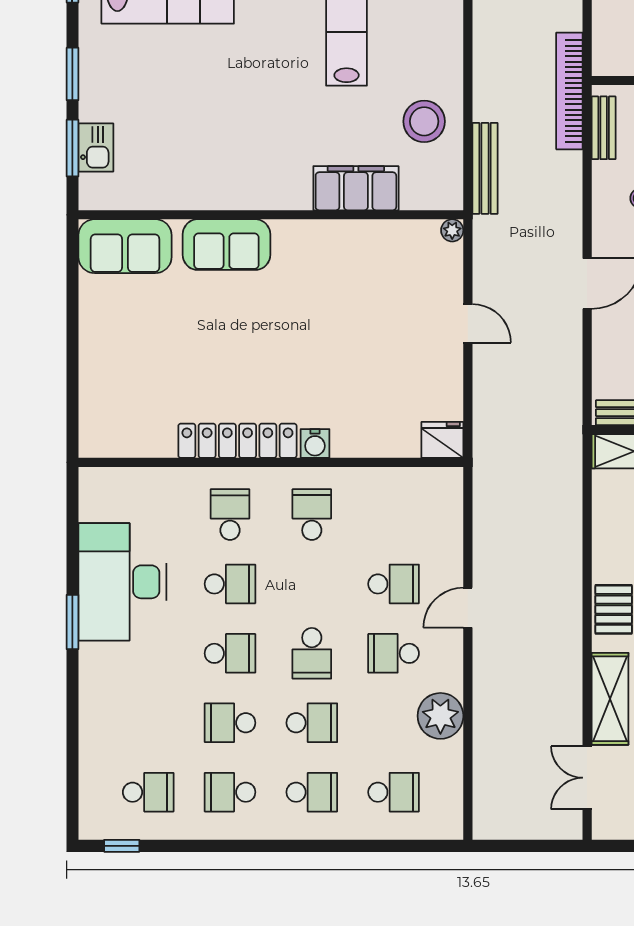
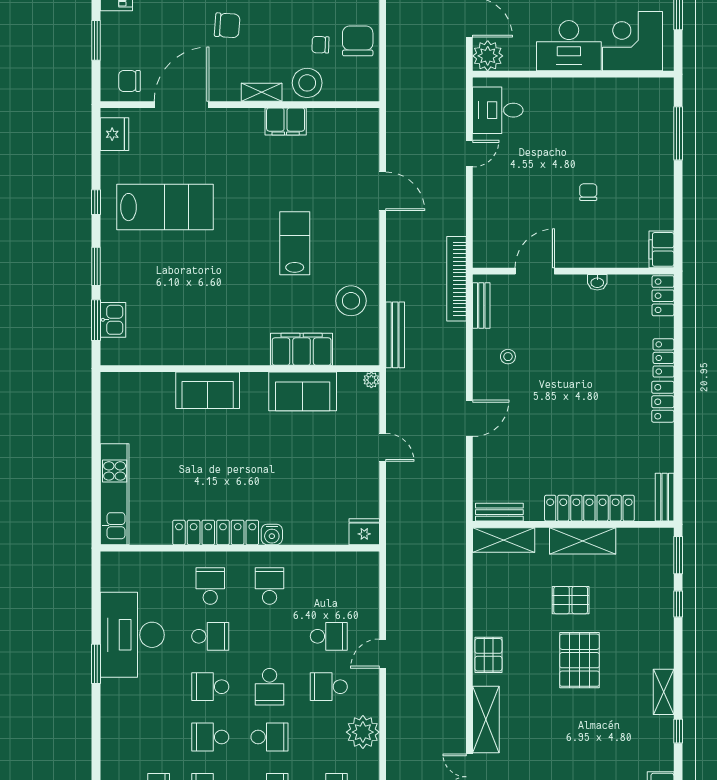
sofa: (125, 246) -> (303, 391), moved
kitchen unit: (98, 388) -> (115, 494), added
school desk: (230, 653) -> (210, 687), turned 180

